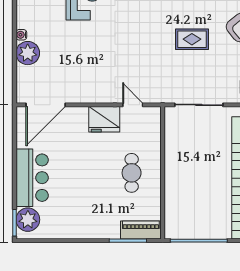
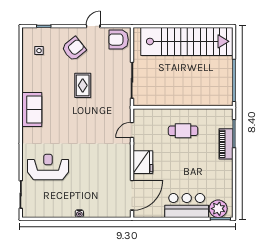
plant: (28, 53) -> (93, 209), removed
door: (46, 105) -> (132, 195), hinge flipped
fridge: (104, 119) -> (143, 162), moved
piano: (141, 230) -> (226, 144), moved

